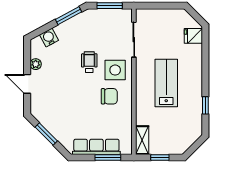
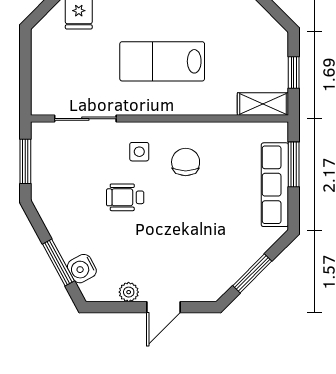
window: (68, 16) -> (58, 263), moved
side table: (115, 70) -> (139, 152), width x0.54, depth x0.54

